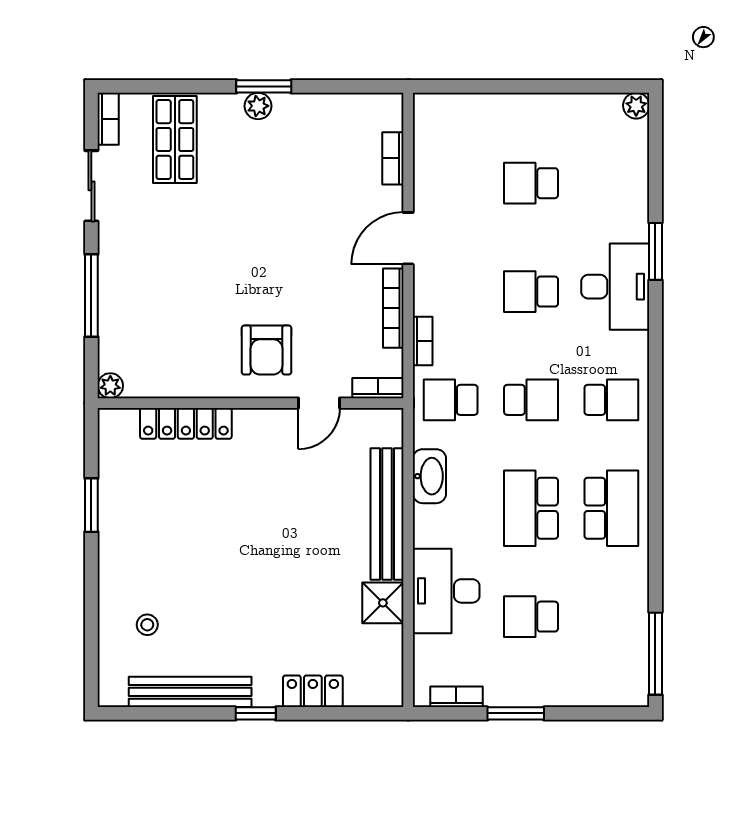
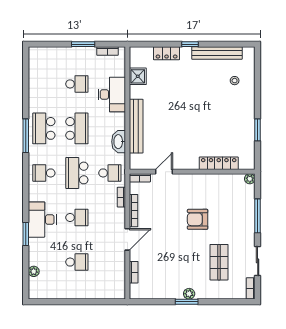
plant: (636, 106) -> (34, 271), moved
shop shelf: (175, 139) -> (219, 262), moved
armchair: (267, 350) -> (198, 219), moved, turned -90
school desk: (531, 400) -> (77, 173), width x1.85
shower: (383, 603) -> (138, 76), moved
window: (655, 654) -> (26, 136), moved

